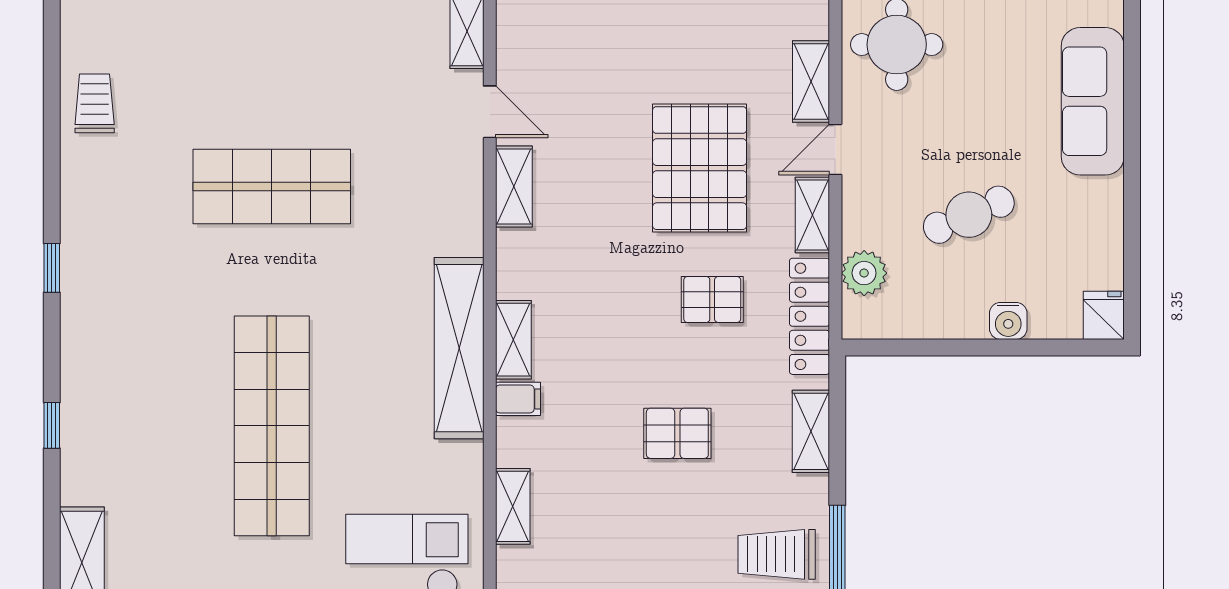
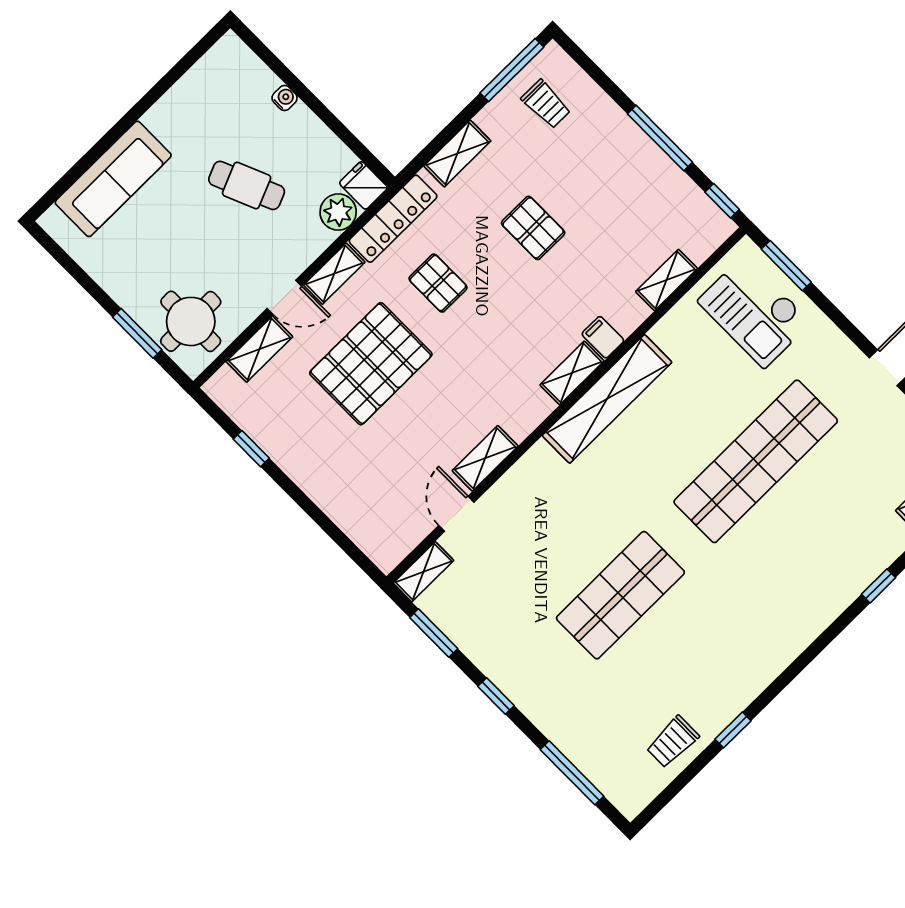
shop shelf: (272, 186) -> (620, 595), turned 90
window: (52, 268) -> (733, 730), moved
fridge: (1104, 315) -> (363, 185), moved, turned 90
water cooler: (1008, 321) -> (285, 98), width x0.72, depth x0.72
trolley: (777, 554) -> (546, 104), width x0.73, depth x0.72

